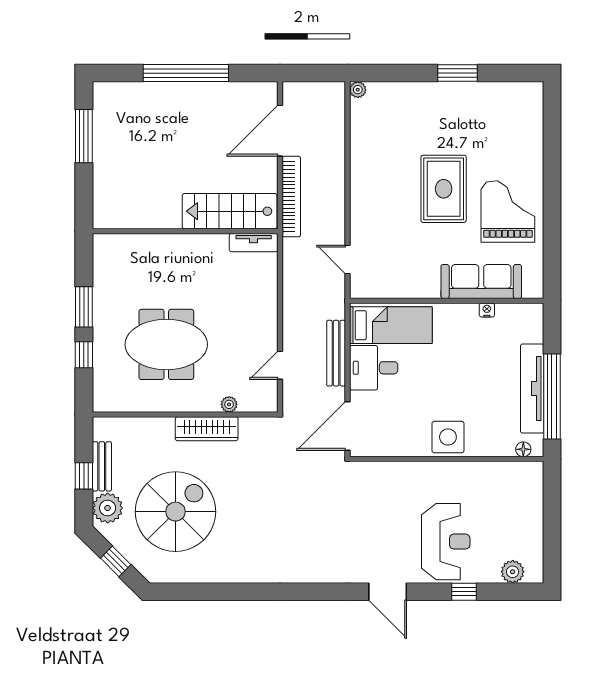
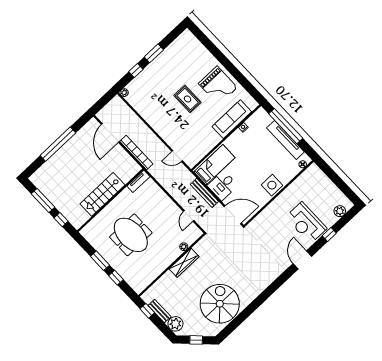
window: (407, 73) -> (136, 70), added
rug: (444, 189) -> (188, 99), width x0.73, depth x0.70
window: (84, 190) -> (61, 220), added
stairs: (230, 211) -> (102, 194), moved
grand piano: (508, 212) -> (218, 85), turned 180
meeting table: (166, 344) -> (131, 235), moved, turned 90
window: (552, 397) -> (286, 126), moved
door: (347, 426) -> (233, 215), swing flipped
window: (84, 476) -> (147, 311), moved
spiral stairs: (176, 512) -> (220, 304), moved
reception desk: (446, 542) -> (306, 223), turned 180
door: (388, 592) -> (302, 260), swing flipped

